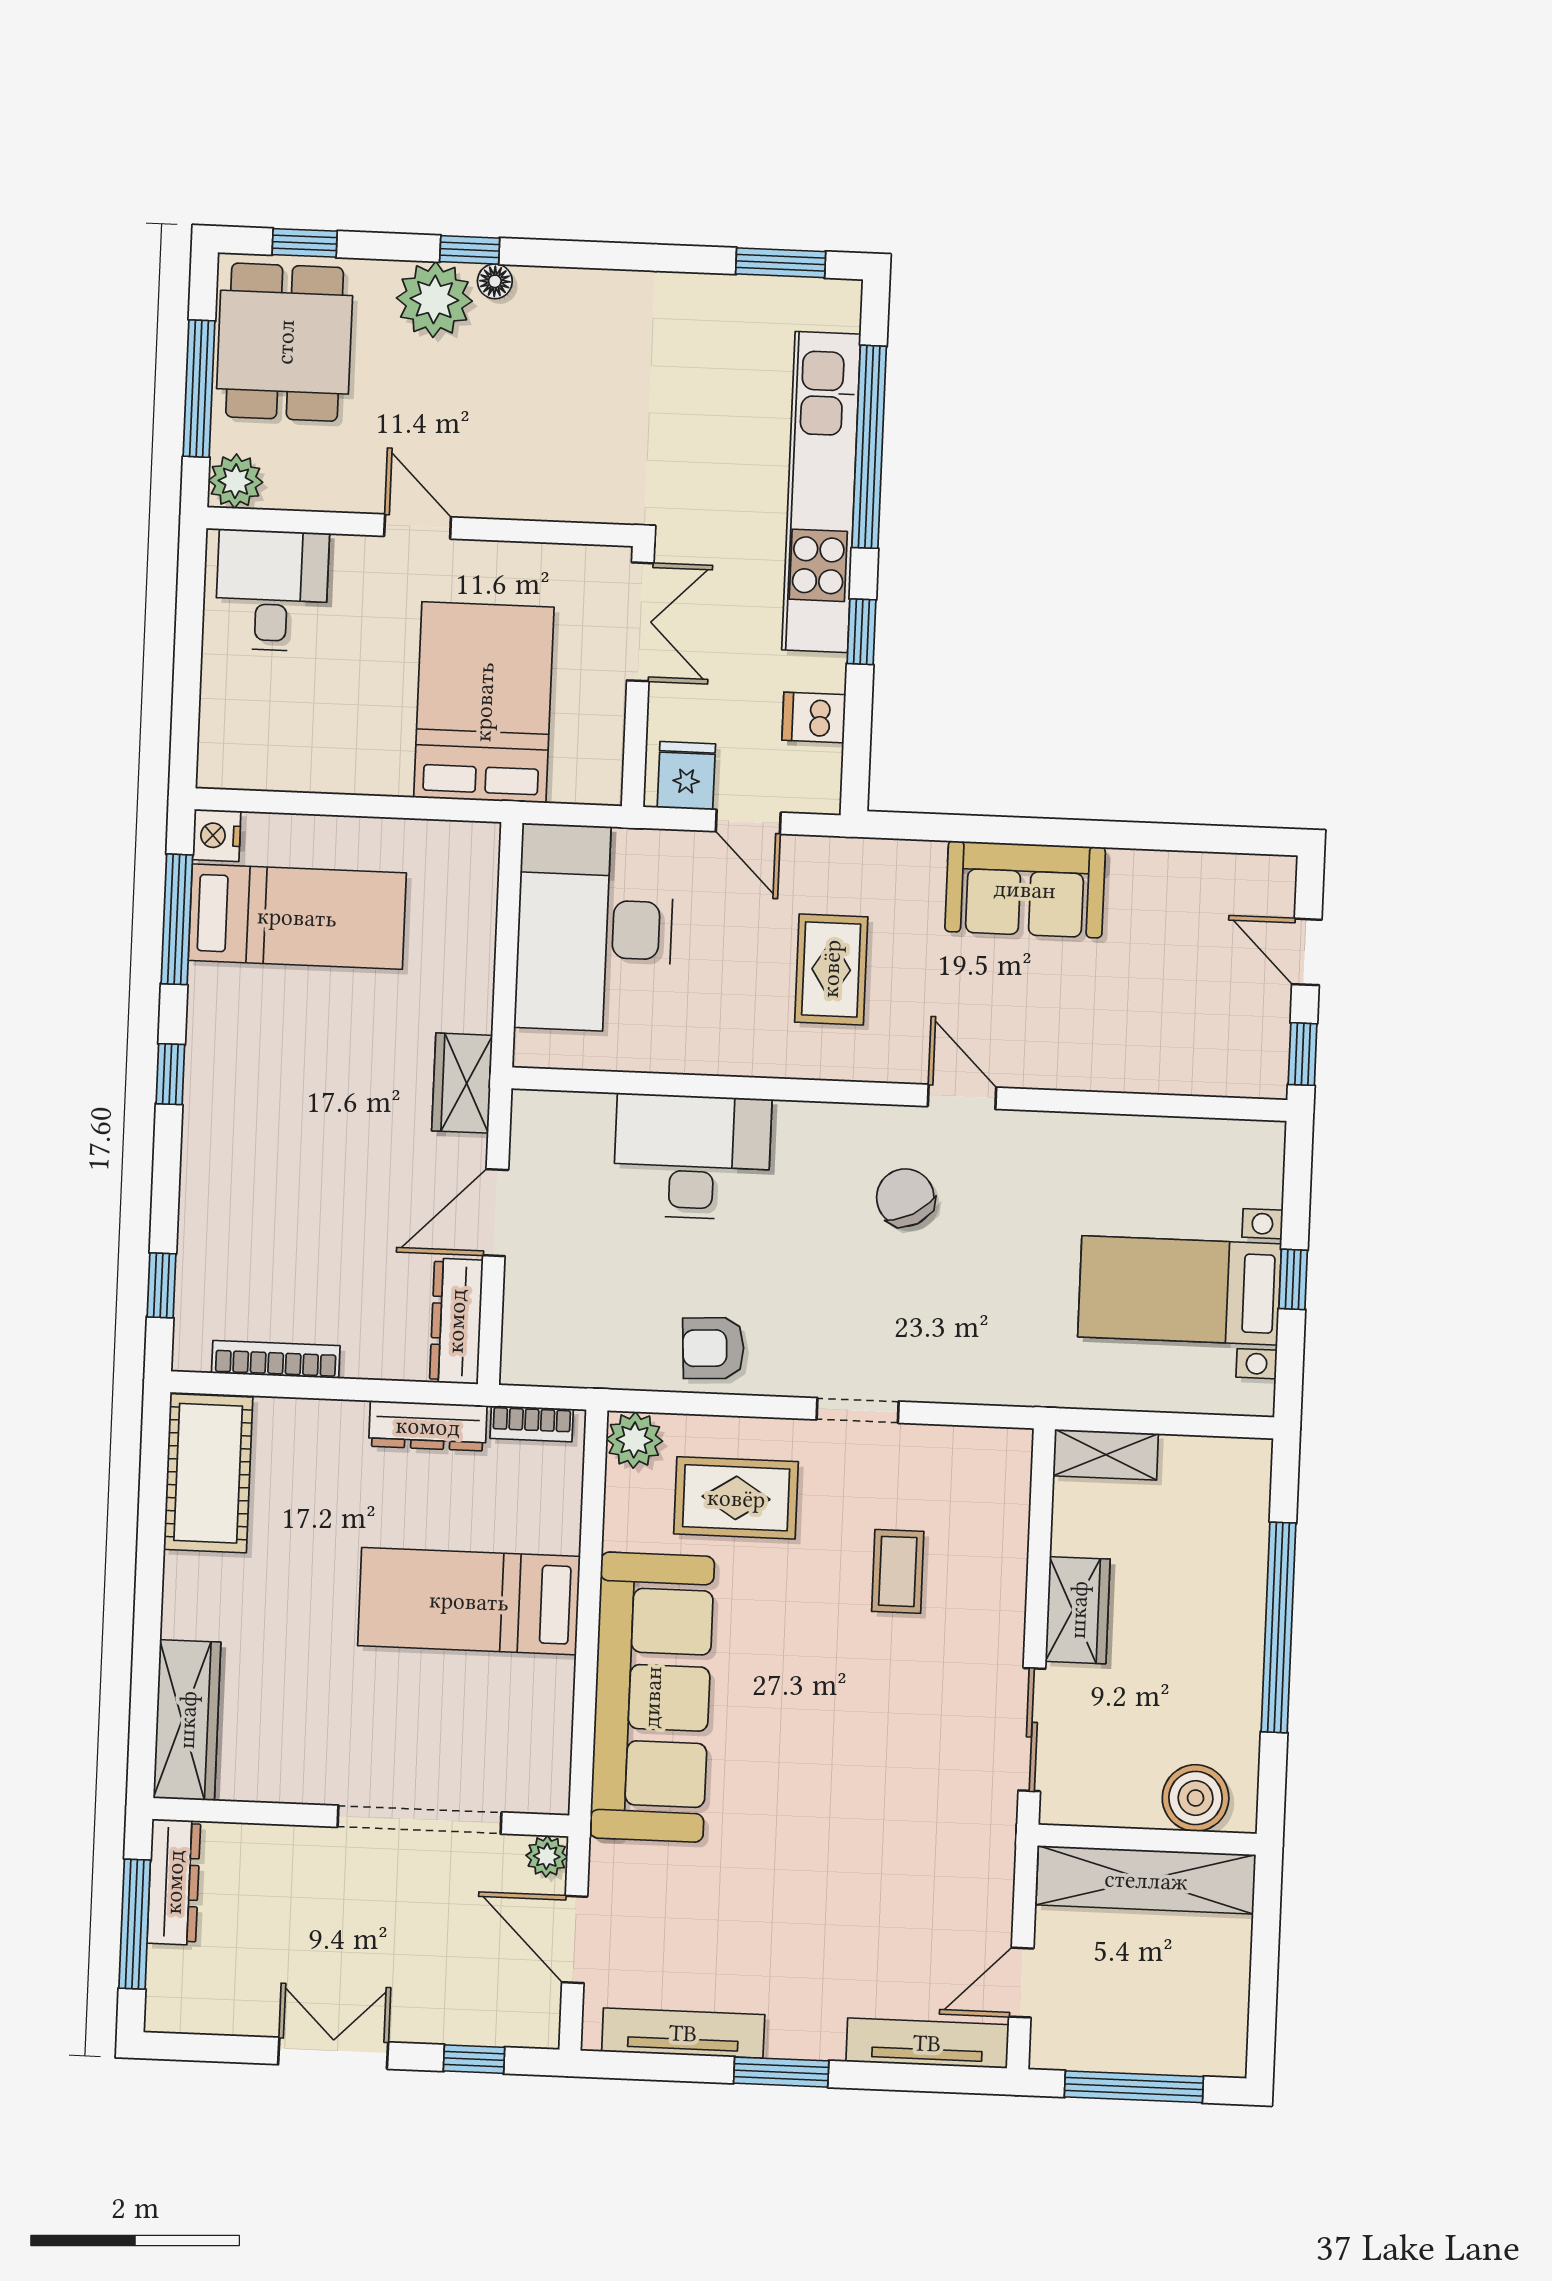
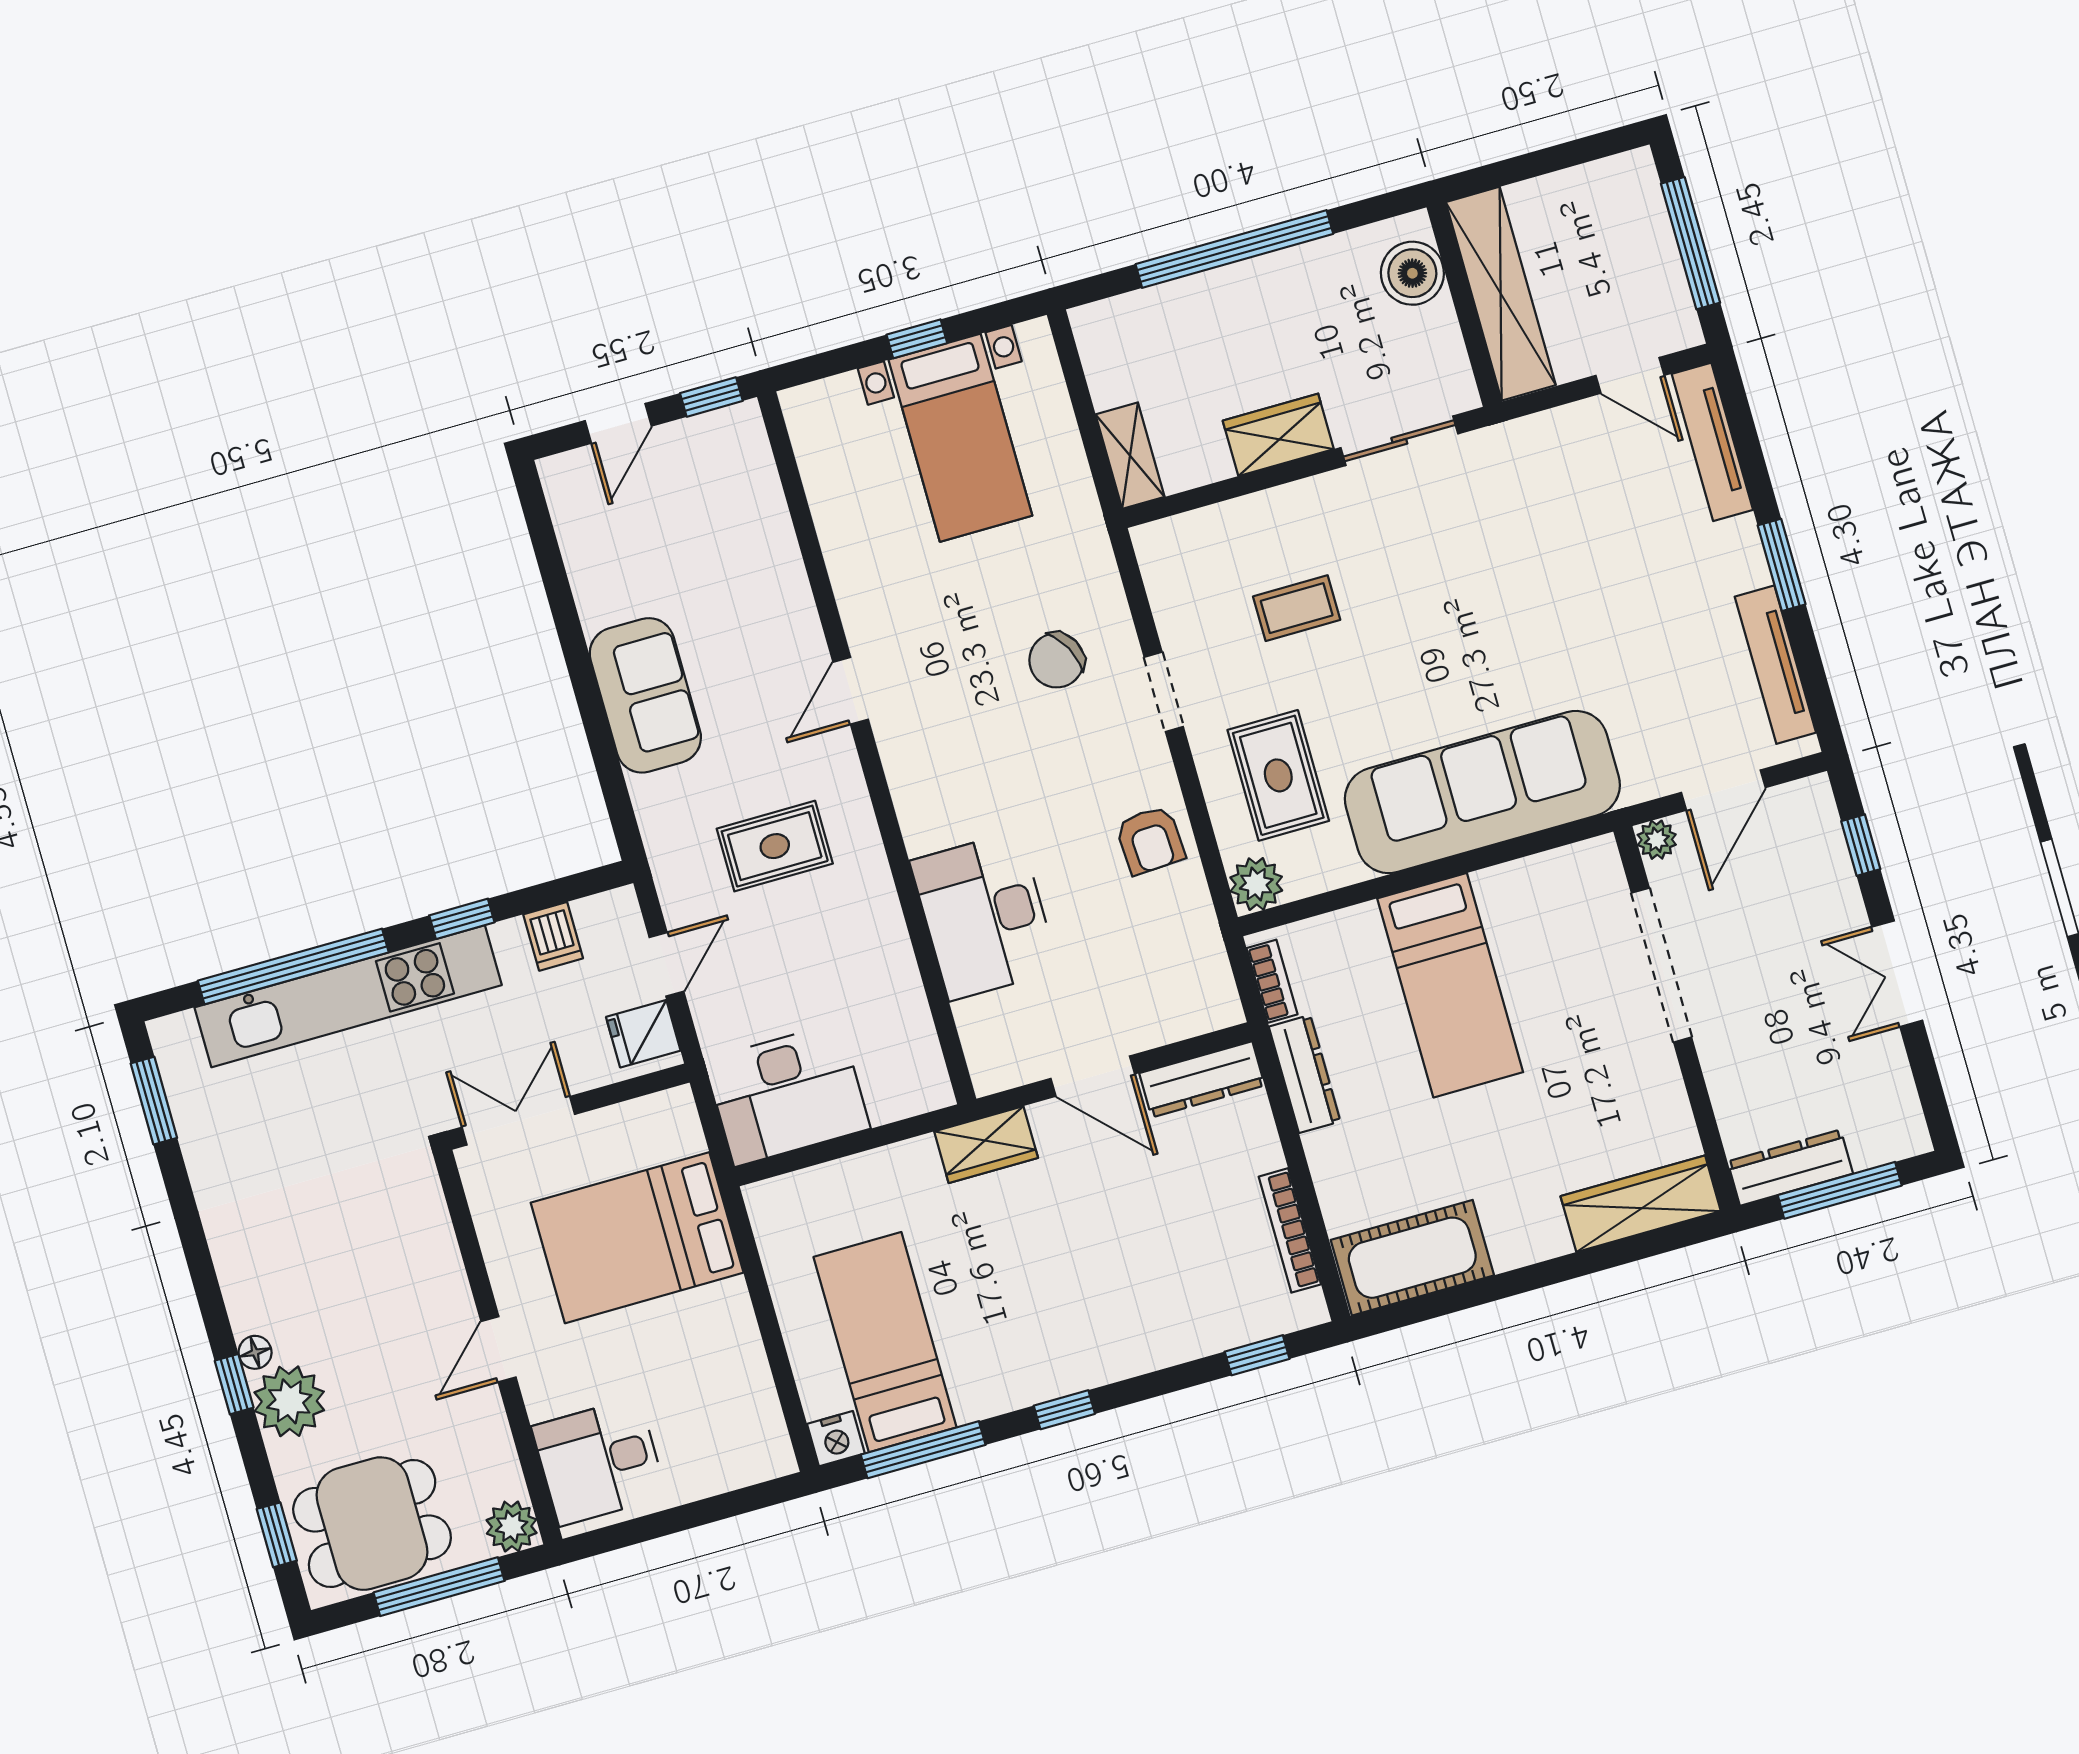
desk: (595, 928) -> (787, 1094), width x0.73, depth x0.77
chair: (905, 1198) -> (1057, 660), moved

